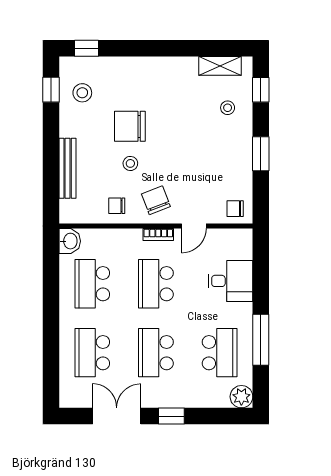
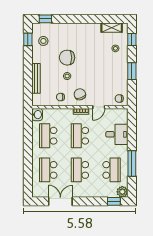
window: (171, 416) -> (114, 201), moved

